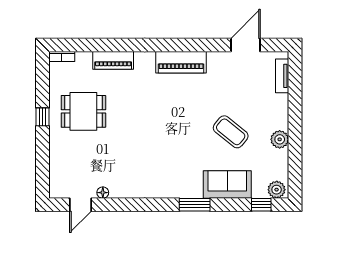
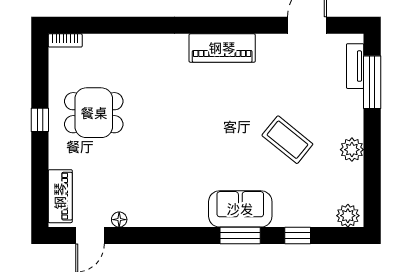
piano: (113, 60) -> (60, 196), moved, turned -90
window: (295, 88) -> (372, 82), added
sofa: (227, 184) -> (240, 209), moved
window: (261, 205) -> (298, 236), moved

